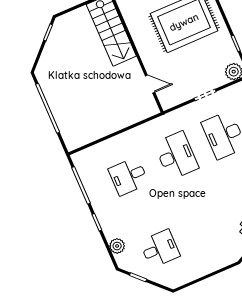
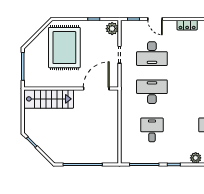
door: (150, 84) -> (96, 88), width x1.87
desk: (128, 176) -> (152, 130), turned 180

